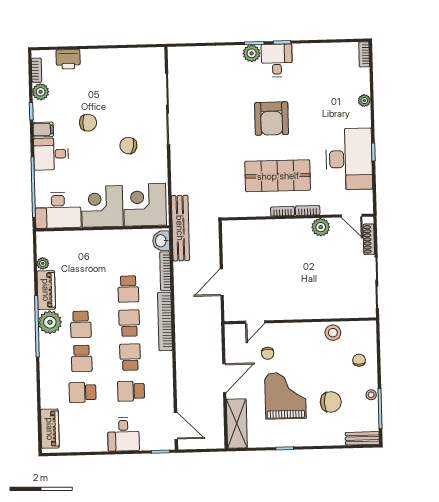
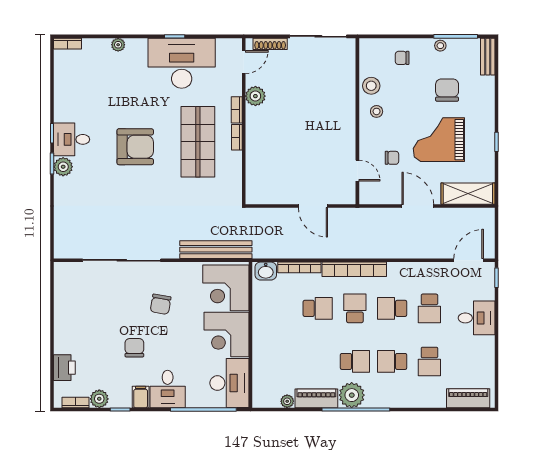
bench: (180, 228) -> (216, 250), moved
school desk: (129, 323) -> (355, 308), turned 90
stool: (310, 338) -> (377, 111), added
school desk: (82, 358) -> (392, 361), turned 180

